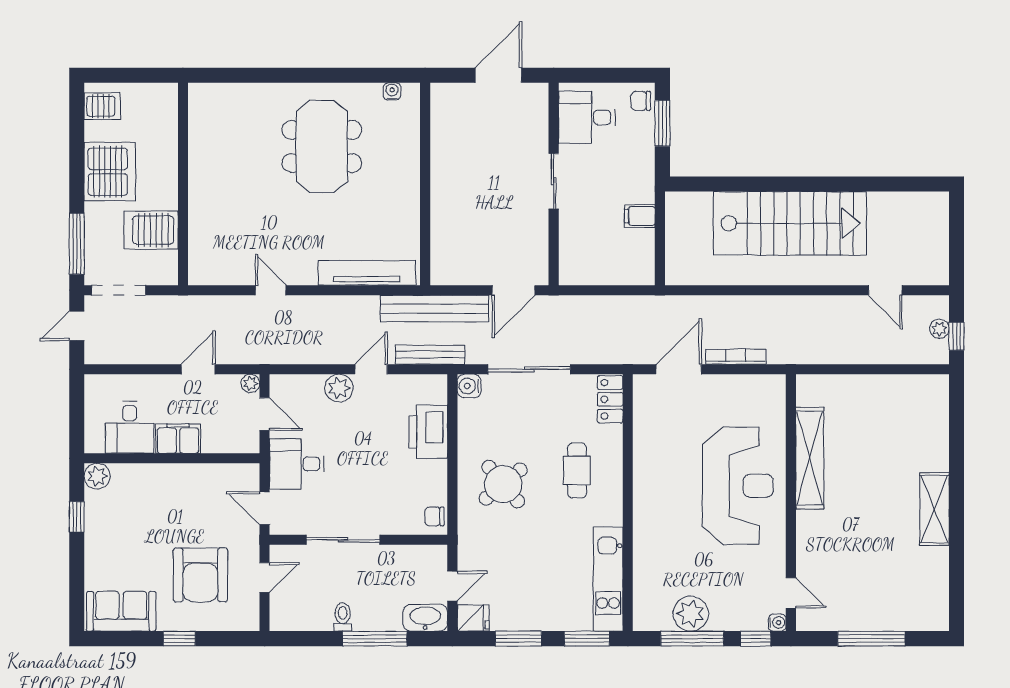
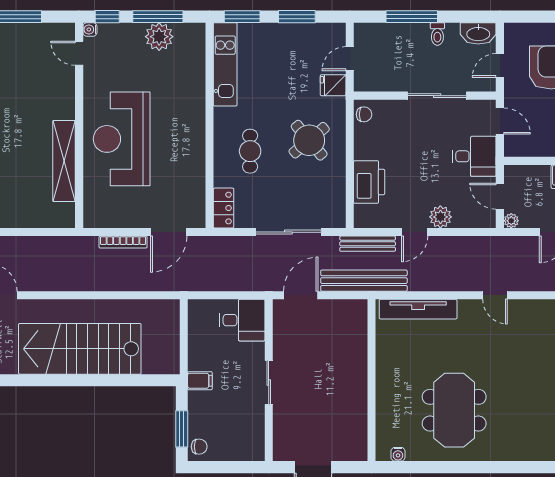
desk: (587, 117) -> (242, 320), moved
filing cabinet: (640, 216) -> (200, 381), moved
water cooler: (469, 386) -> (336, 219), removed
washbasin: (425, 618) -> (478, 33), moved
fridge: (473, 618) -> (333, 85), moved

